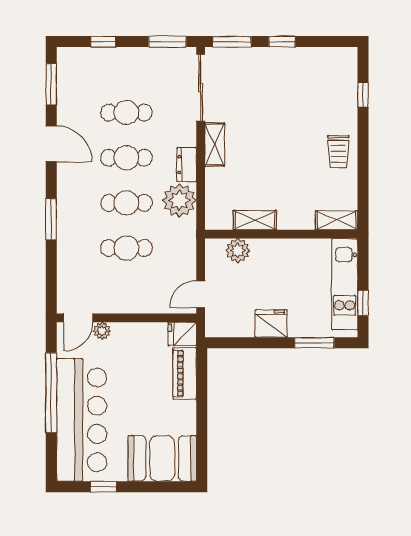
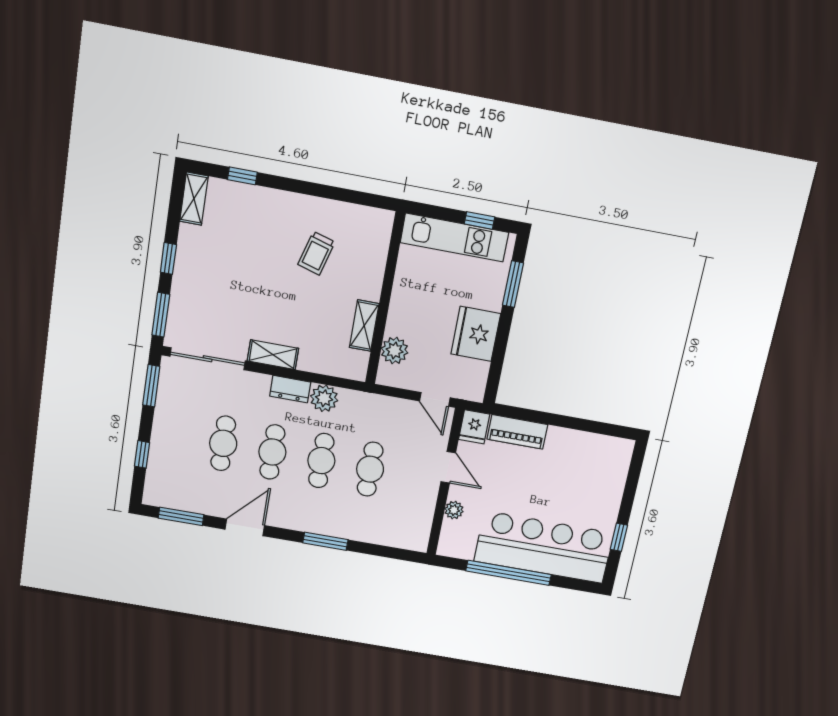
trolley: (338, 152) -> (316, 253), moved, turned 106
plant: (179, 200) -> (324, 398), width x0.73, depth x0.73
shelving: (336, 220) -> (194, 199), moved
door: (78, 318) -> (448, 467), moved
fridge: (271, 324) -> (476, 334), width x1.36, depth x1.34
booth: (162, 458) -> (603, 472), removed

